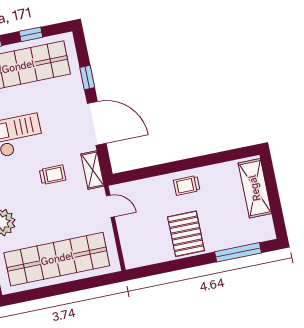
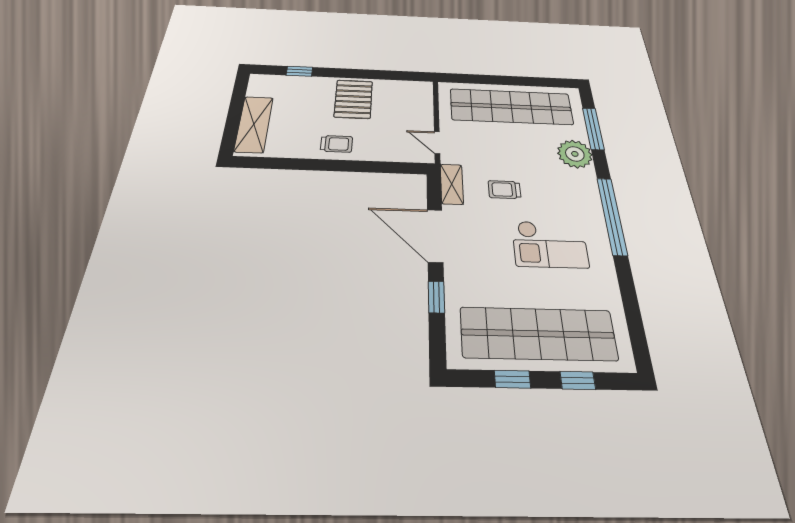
window: (238, 252) -> (299, 71), width x0.46

